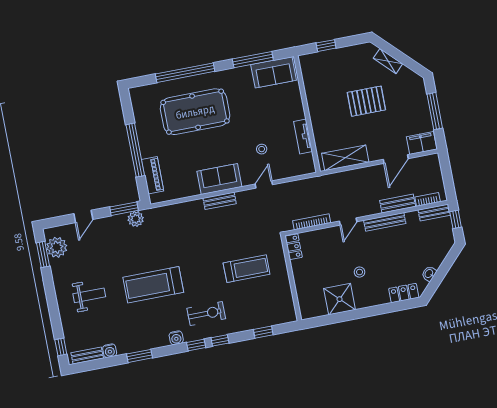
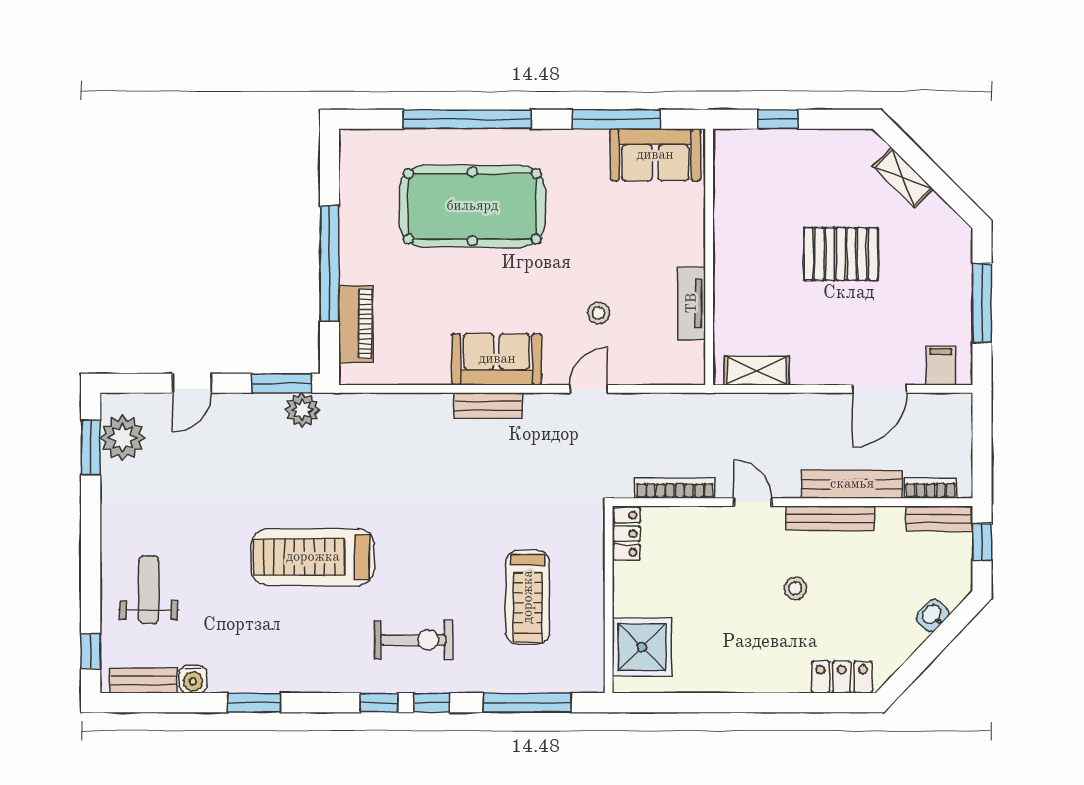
filing cabinet: (422, 143) -> (941, 365), width x0.50
shelving: (345, 158) -> (757, 371), width x0.67, depth x0.75
bench: (398, 203) -> (852, 484), width x1.36
door: (348, 221) -> (753, 502), swing flipped
treadmill: (247, 269) -> (528, 597), moved, turned 90
stool: (360, 272) -> (795, 588), moved
washbasin: (429, 274) -> (933, 615), moved
weight bench: (89, 295) -> (149, 589), moved, turned -90
shower: (340, 299) -> (642, 647), moved
window: (263, 332) -> (527, 703), width x2.17
water cooler: (176, 338) -> (340, 679), removed

